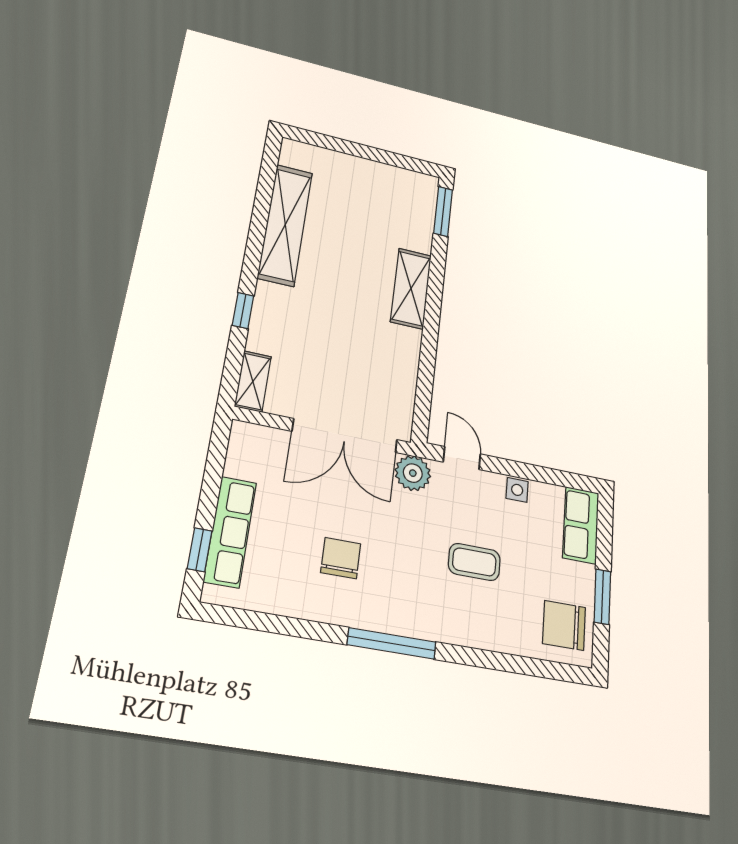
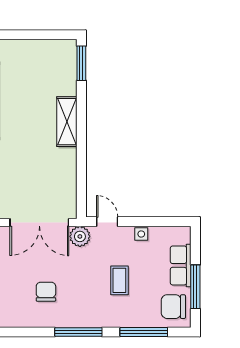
row of seats: (581, 525) -> (181, 265), moved
coffee table: (474, 562) -> (119, 280), turned 90
window: (602, 597) -> (195, 287), width x1.44
window: (510, 663) -> (144, 332), added

